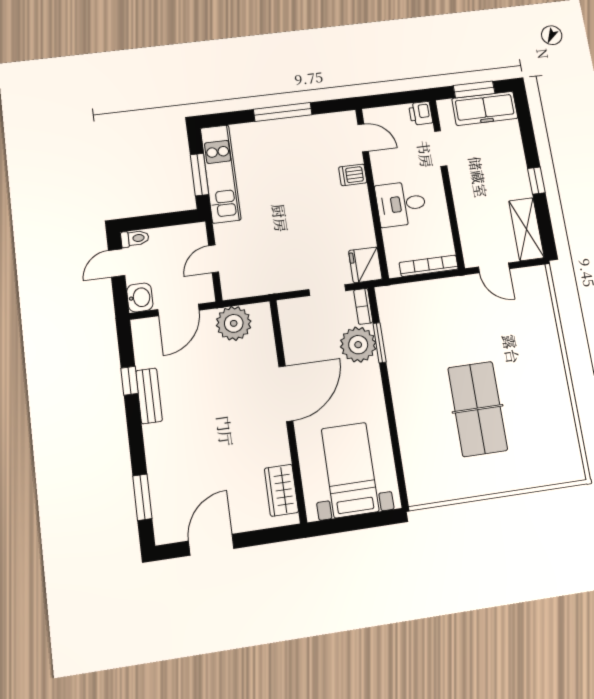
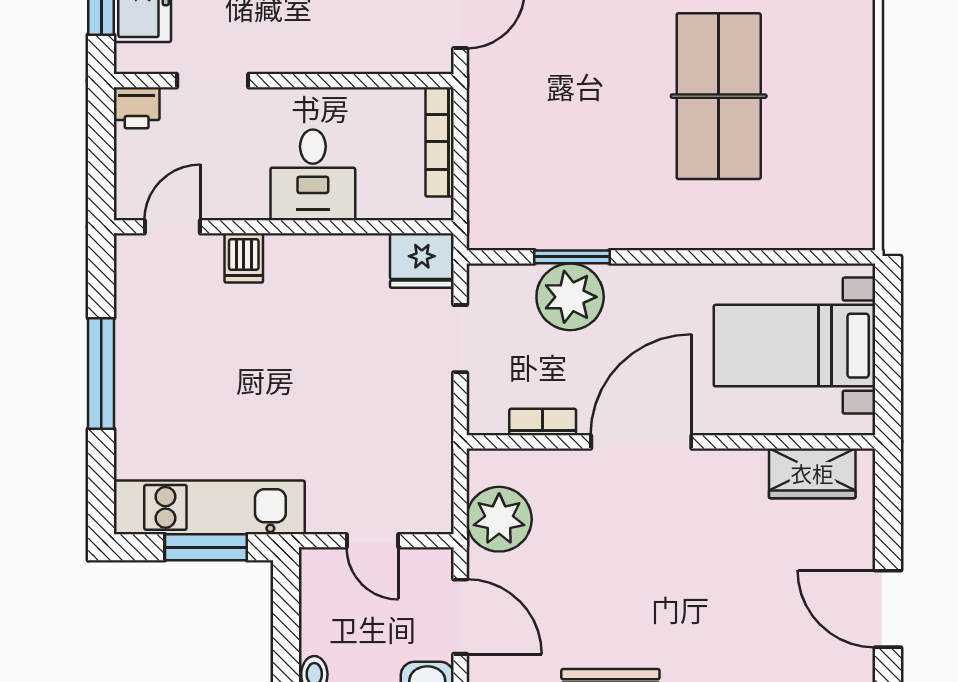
bookcase: (363, 306) -> (543, 422), moved, turned 180
door: (286, 394) -> (641, 442), hinge flipped
table tennis table: (478, 409) -> (719, 96), turned 90

